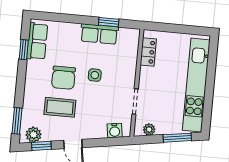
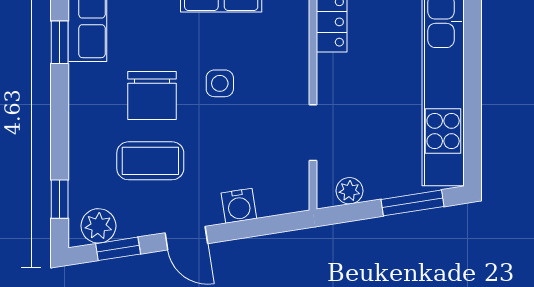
window: (17, 121) -> (60, 199), width x0.67
water cooler: (115, 131) -> (239, 206), moved

